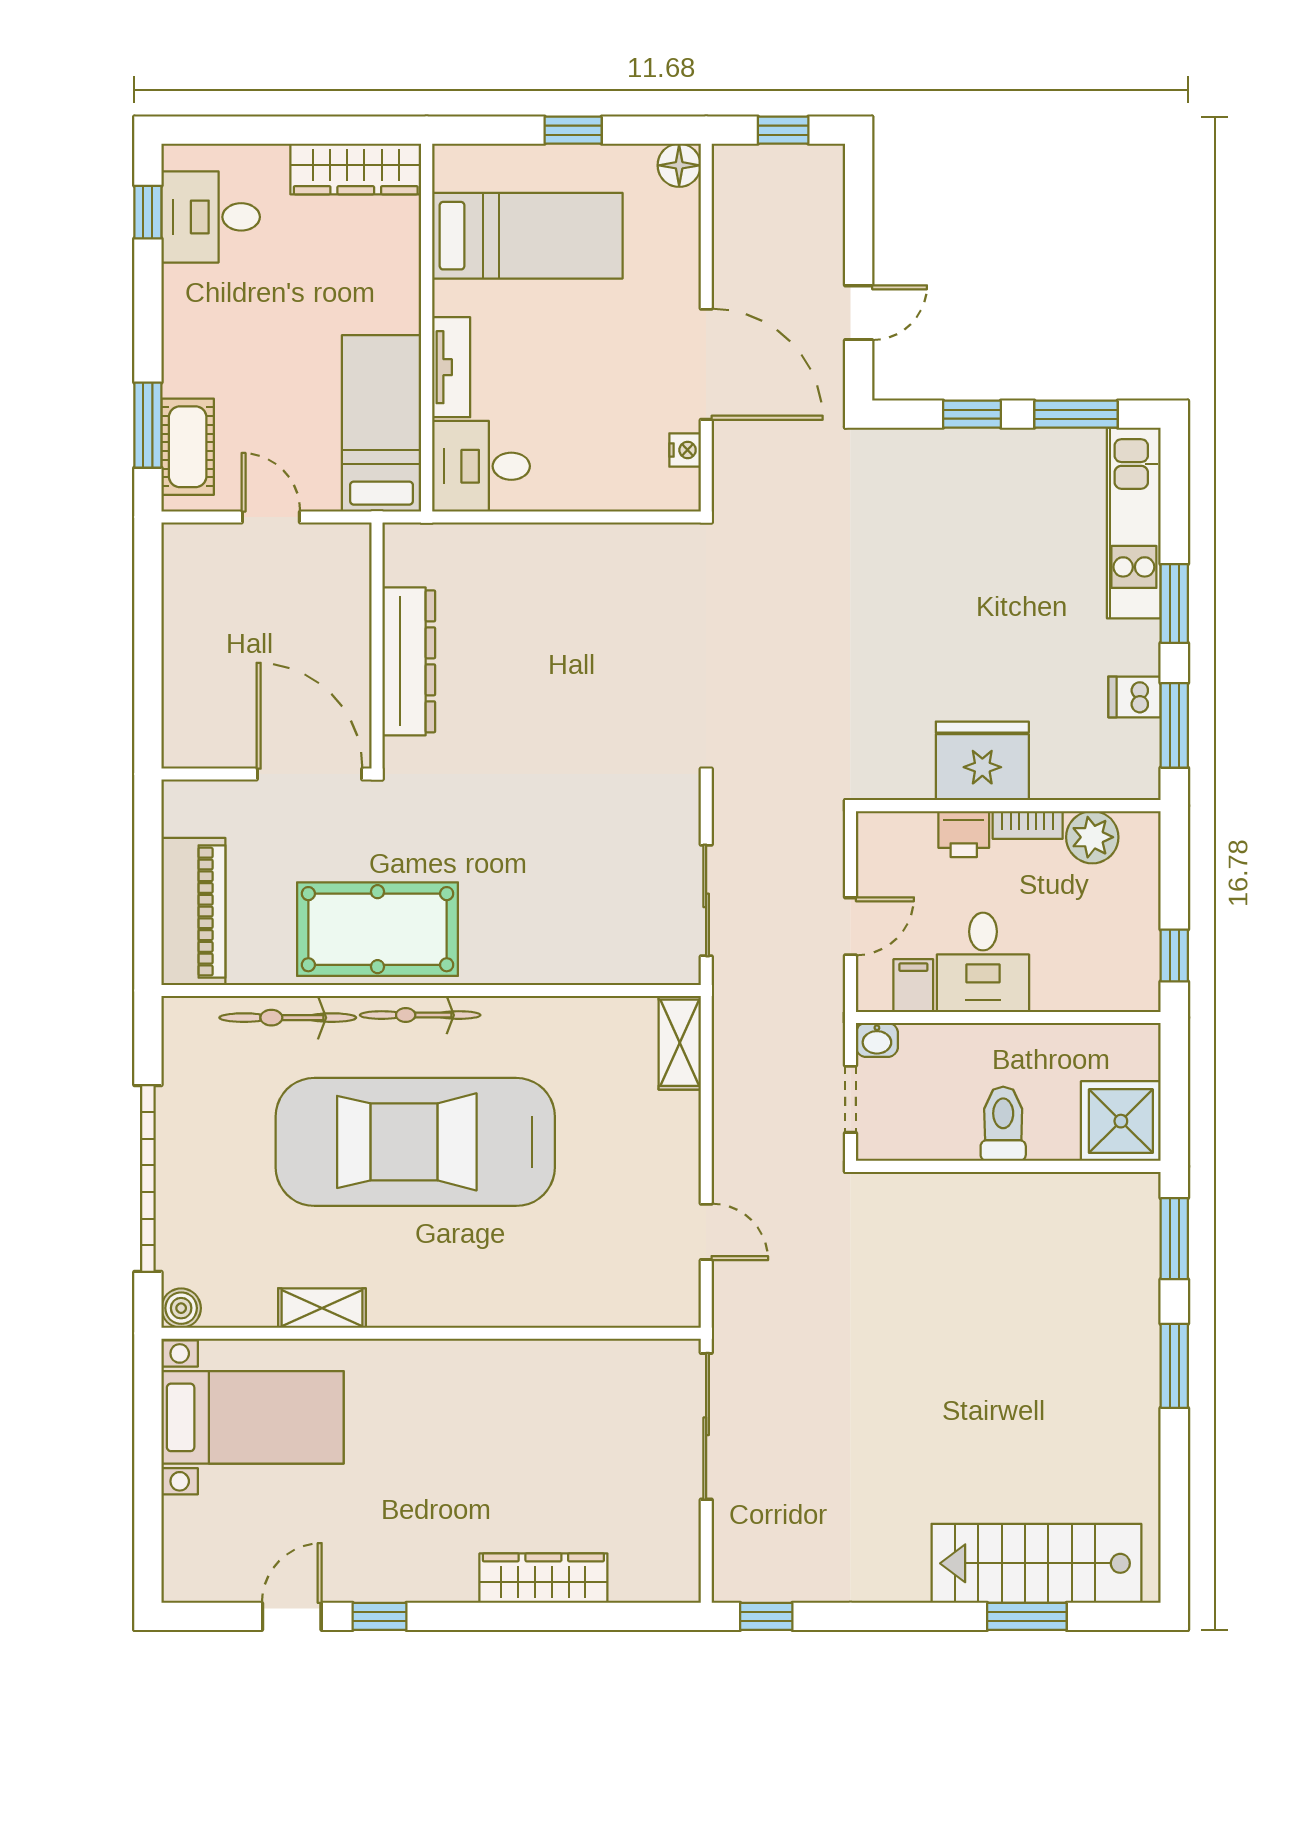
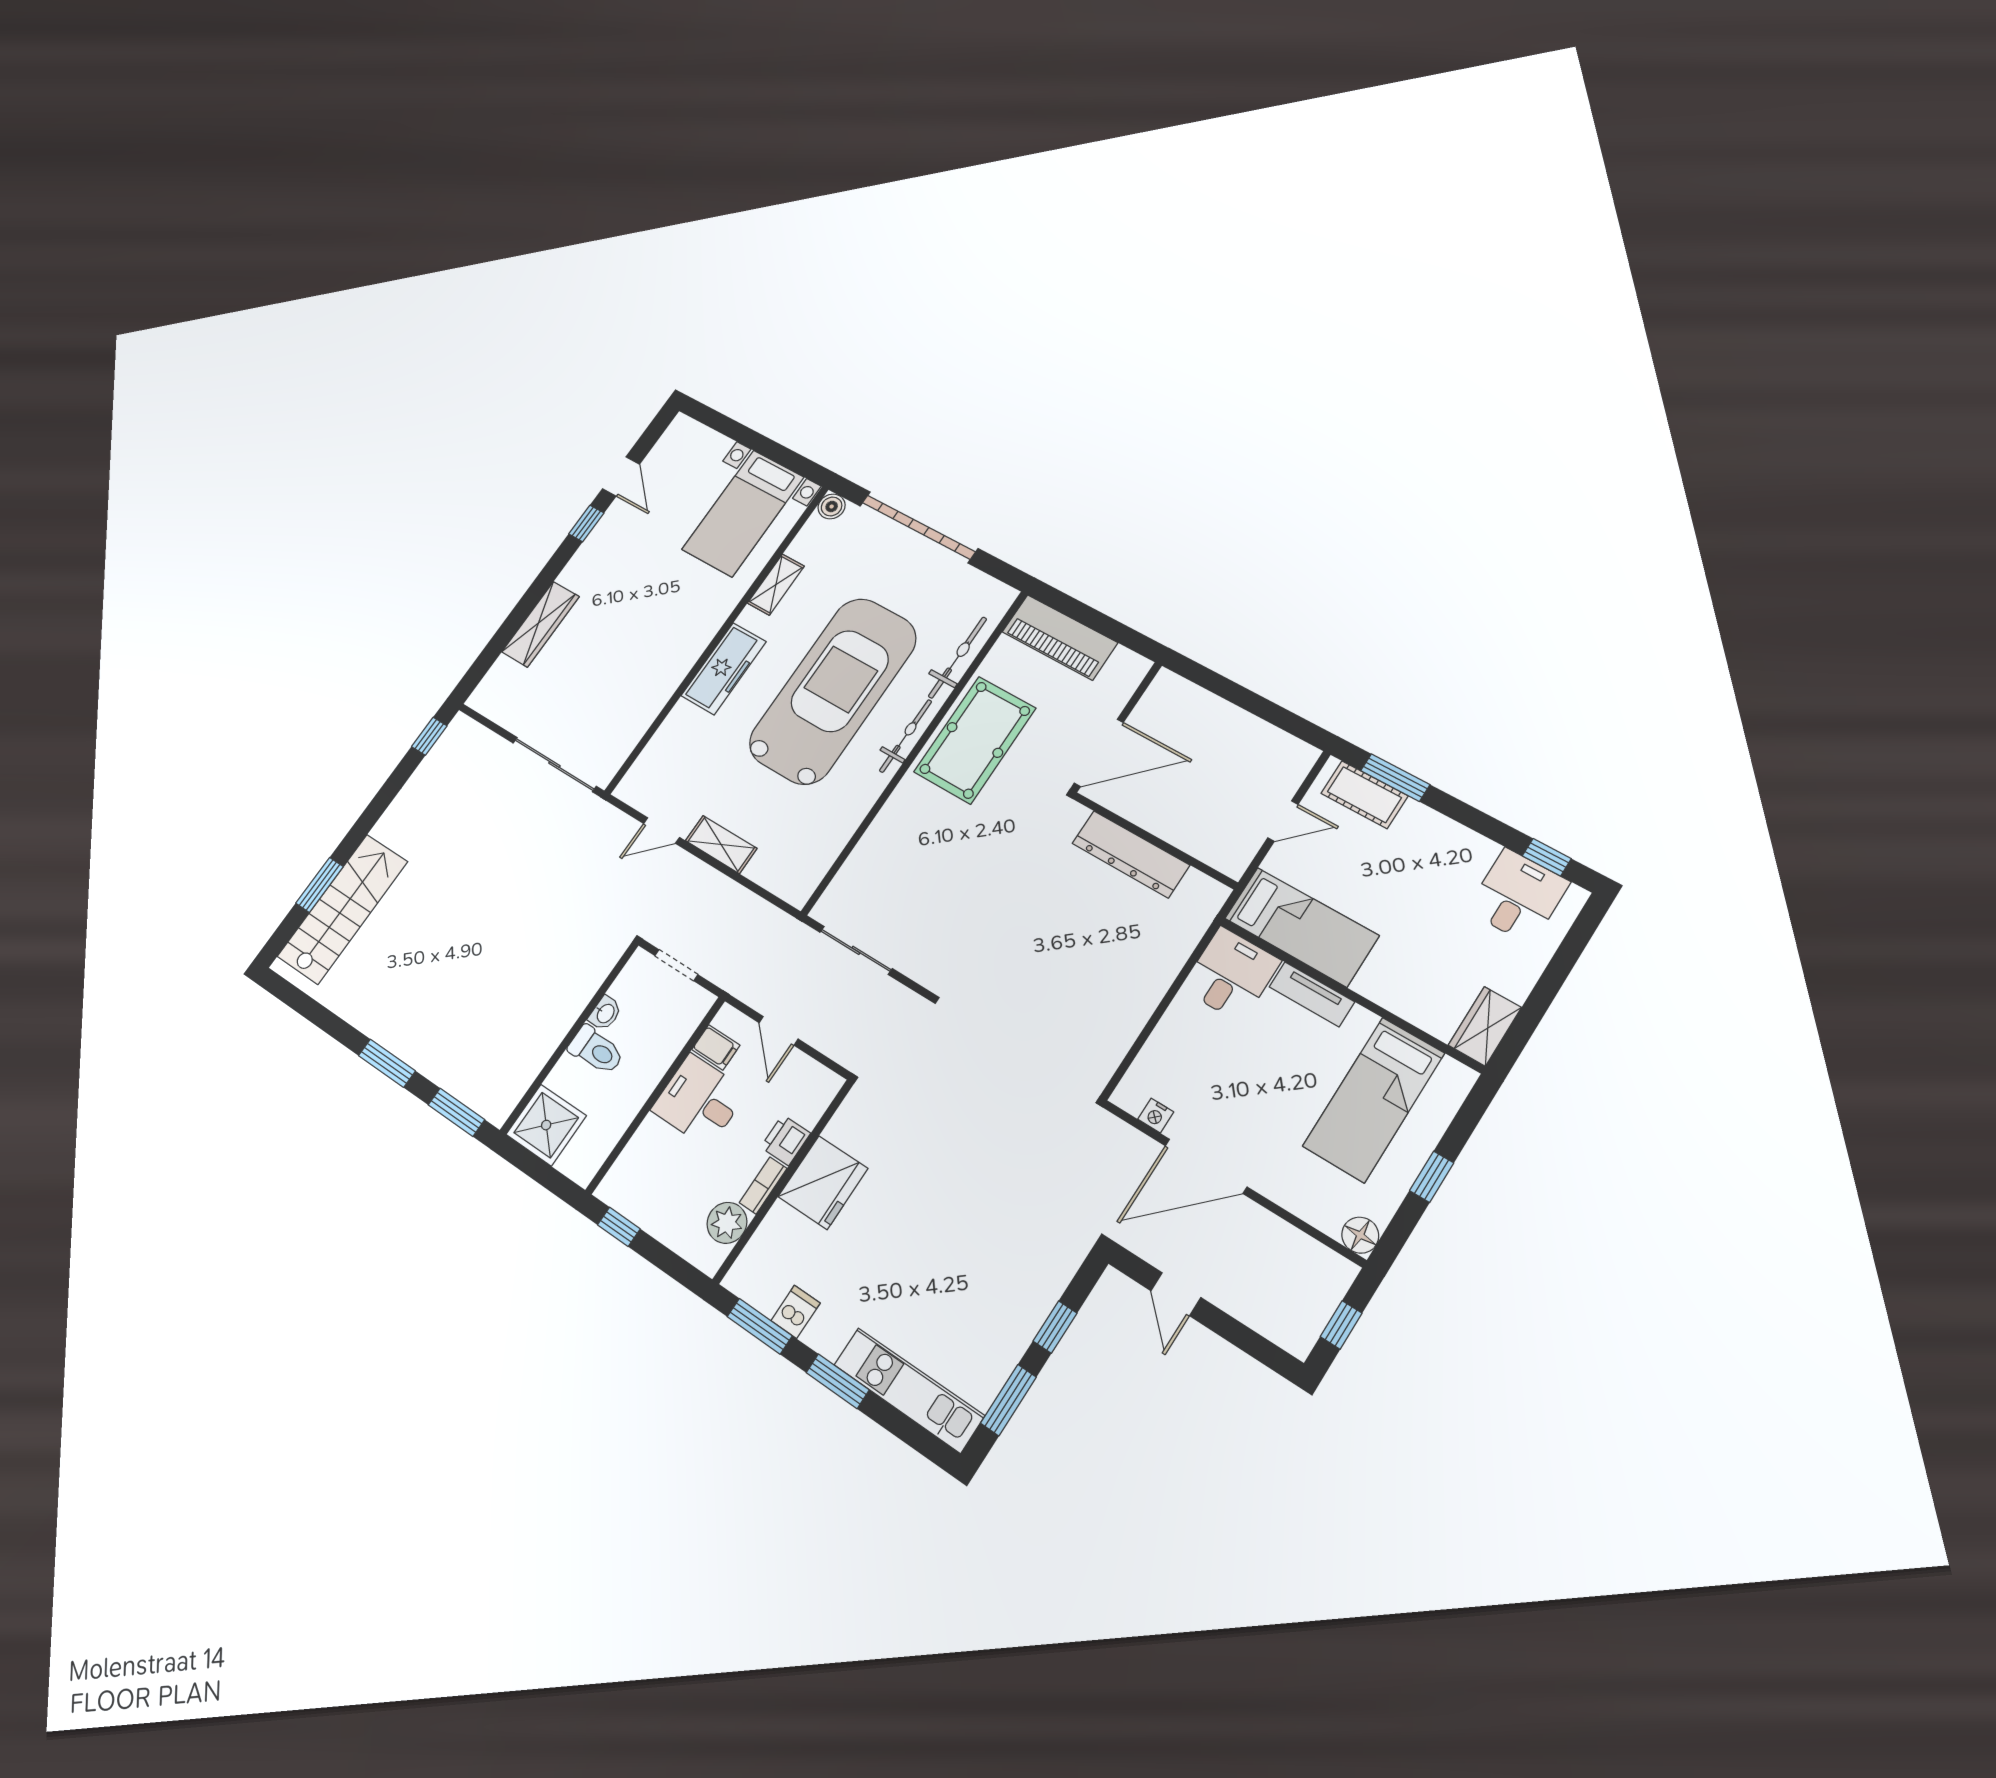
wardrobe: (356, 169) -> (1485, 1026), width x0.67
washbasin: (877, 1040) -> (605, 1013), moved, turned 180
shelving: (680, 1043) -> (721, 845), moved
freezer: (465, 1298) -> (724, 669), added

